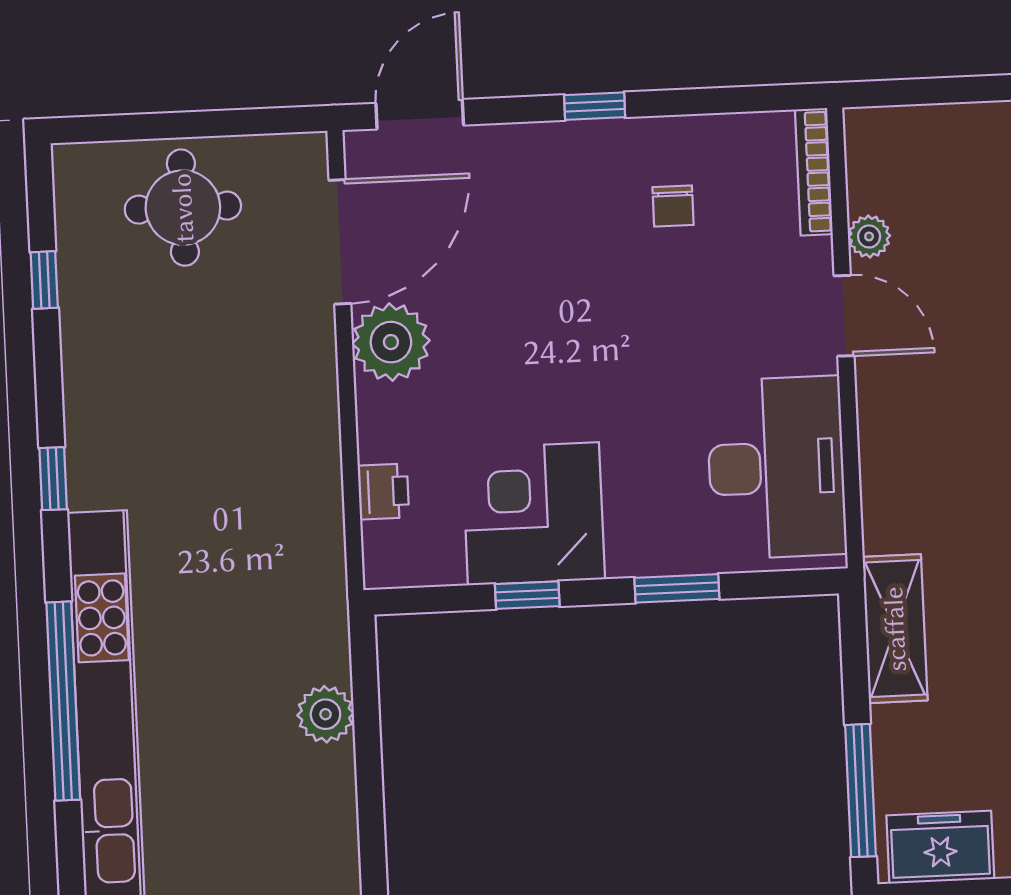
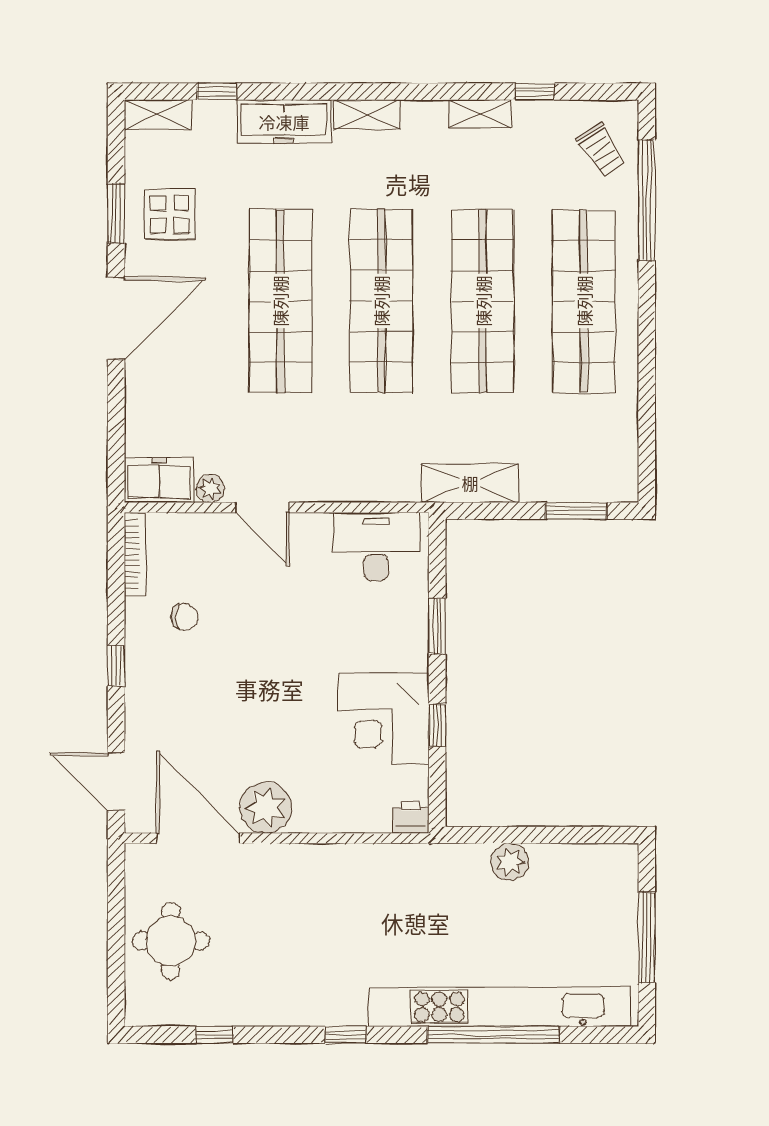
bookcase: (814, 172) -> (135, 554), moved, turned -90
door: (844, 316) -> (262, 507), swing flipped
desk: (776, 468) -> (376, 546), width x0.73, depth x0.77
printer: (383, 492) -> (411, 817), moved
window: (861, 791) -> (576, 511), width x0.69
freezer: (940, 847) -> (159, 480), moved, turned 90

